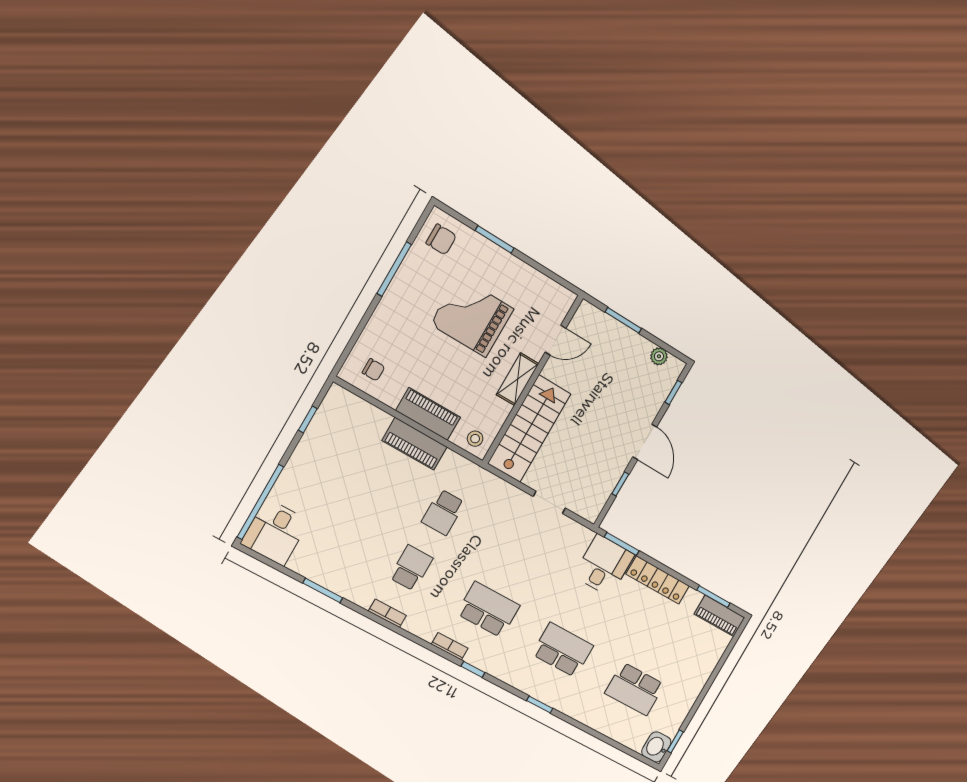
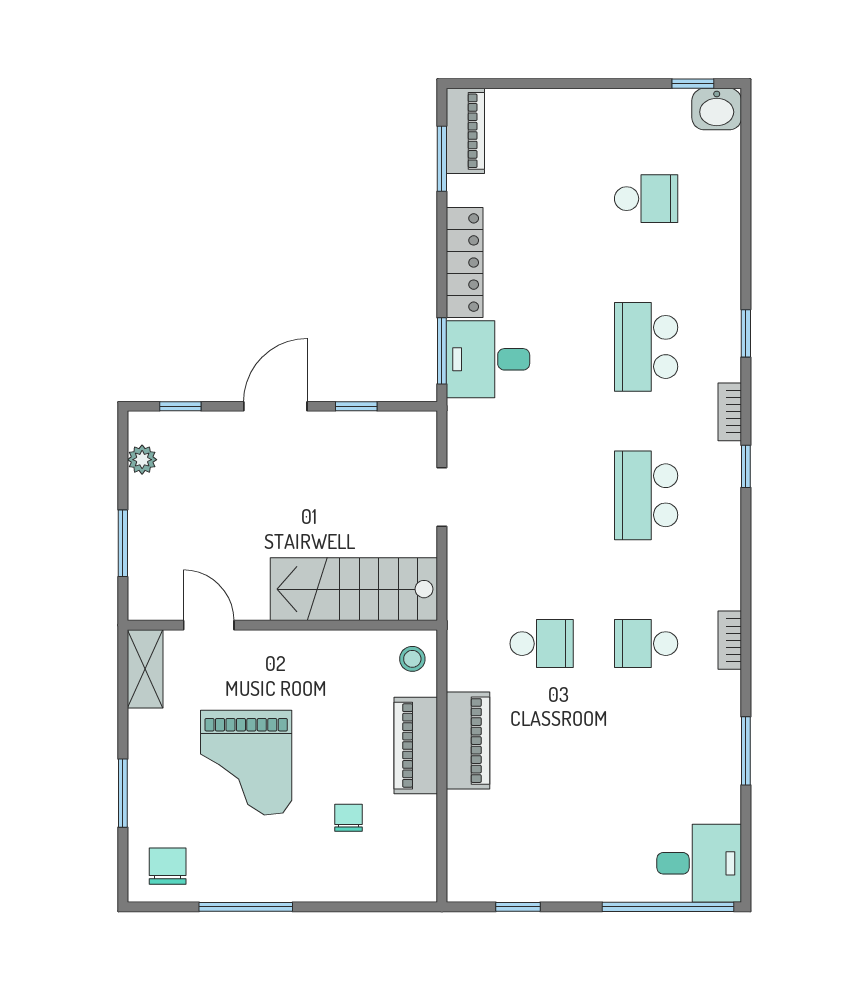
chair: (373, 370) -> (349, 818), moved
shelving: (518, 379) -> (145, 669), moved, turned 90
bookcase: (450, 646) -> (730, 412), moved
school desk: (635, 689) -> (646, 199), width x0.54

